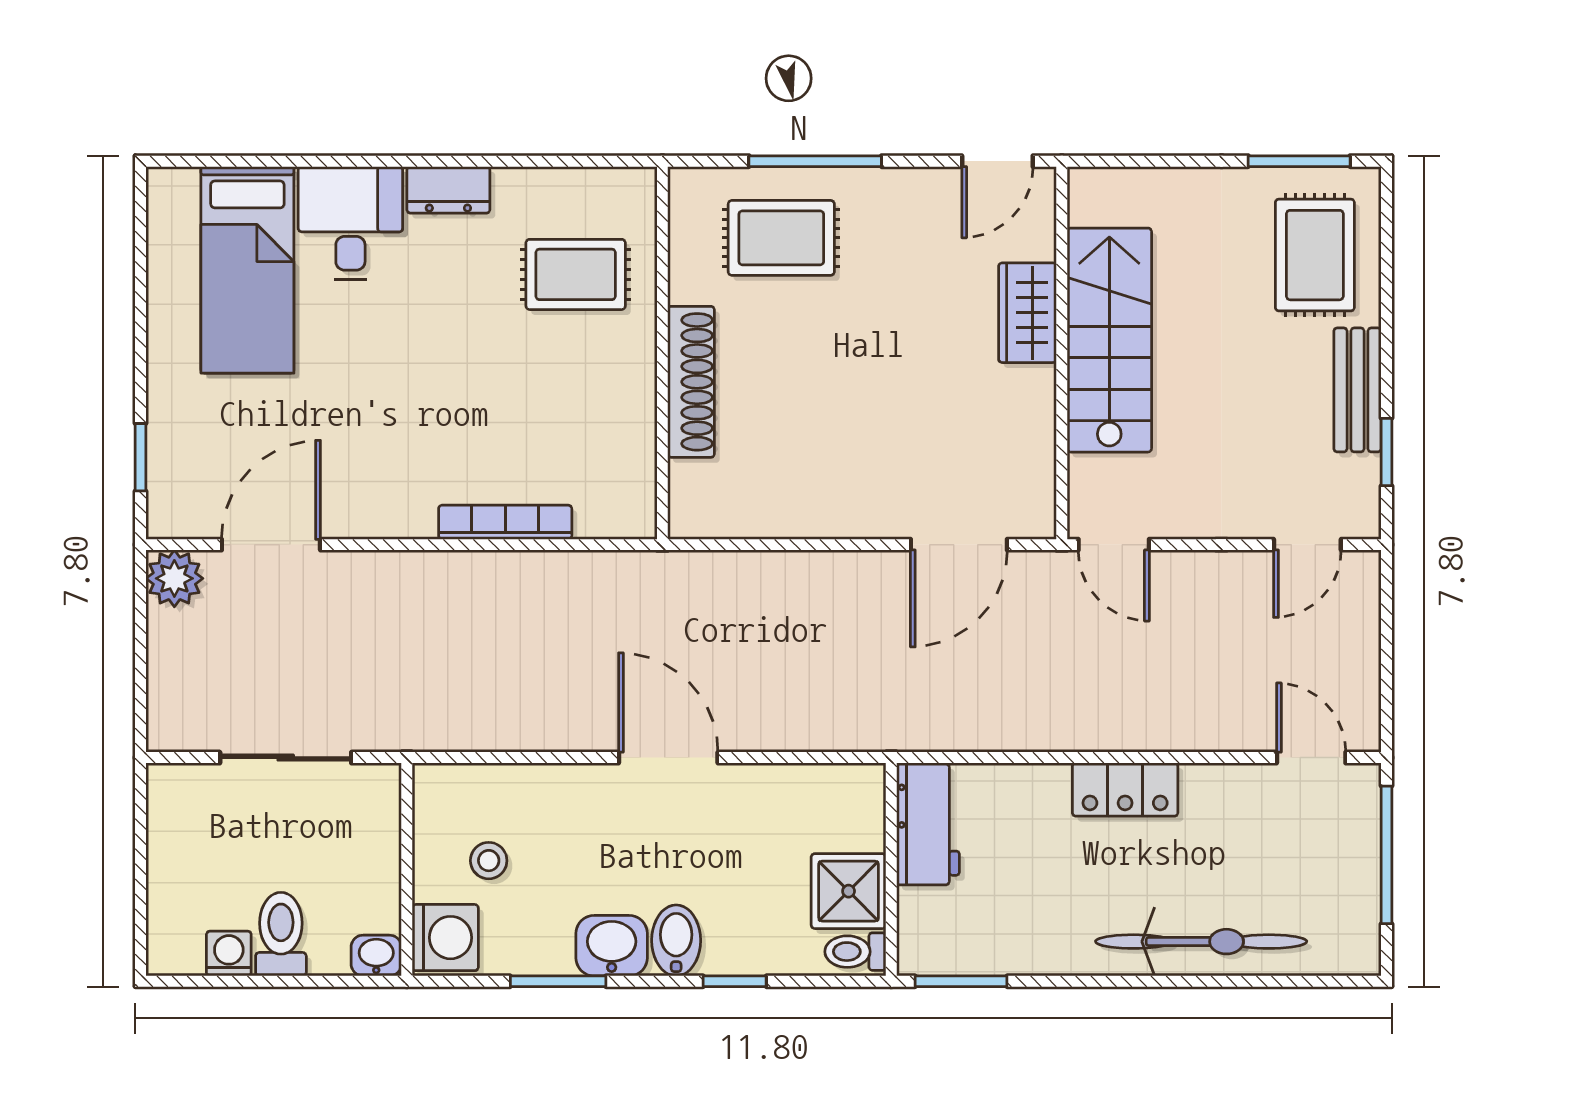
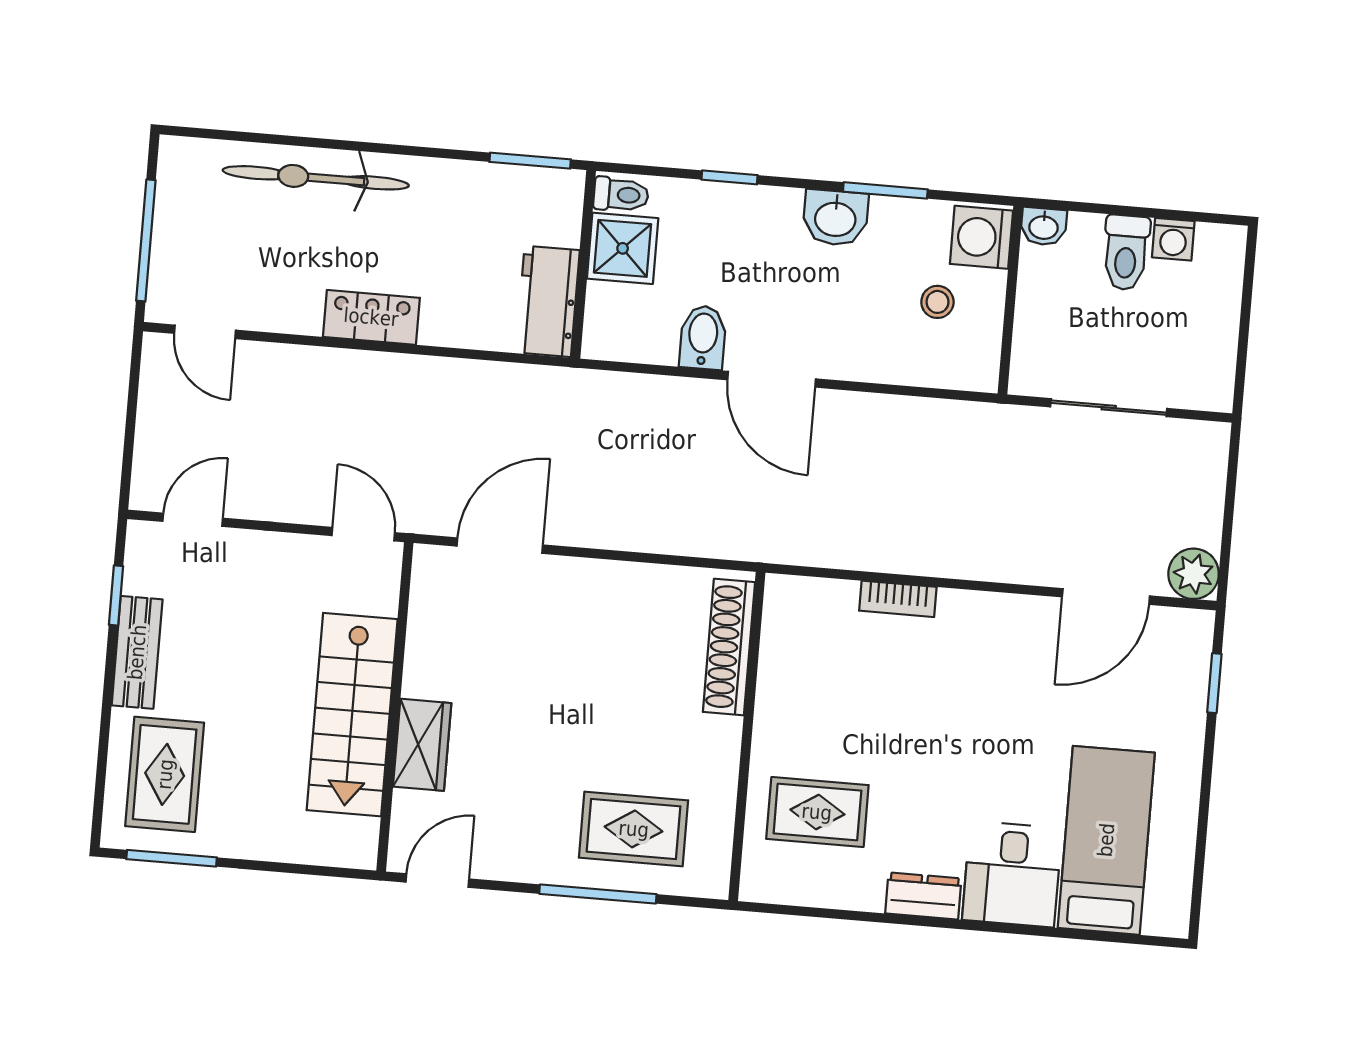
shoe rack: (691, 382) -> (729, 647), moved
bookcase: (505, 522) -> (898, 599), width x0.64
bidet: (676, 940) -> (703, 337), moved, turned 180

